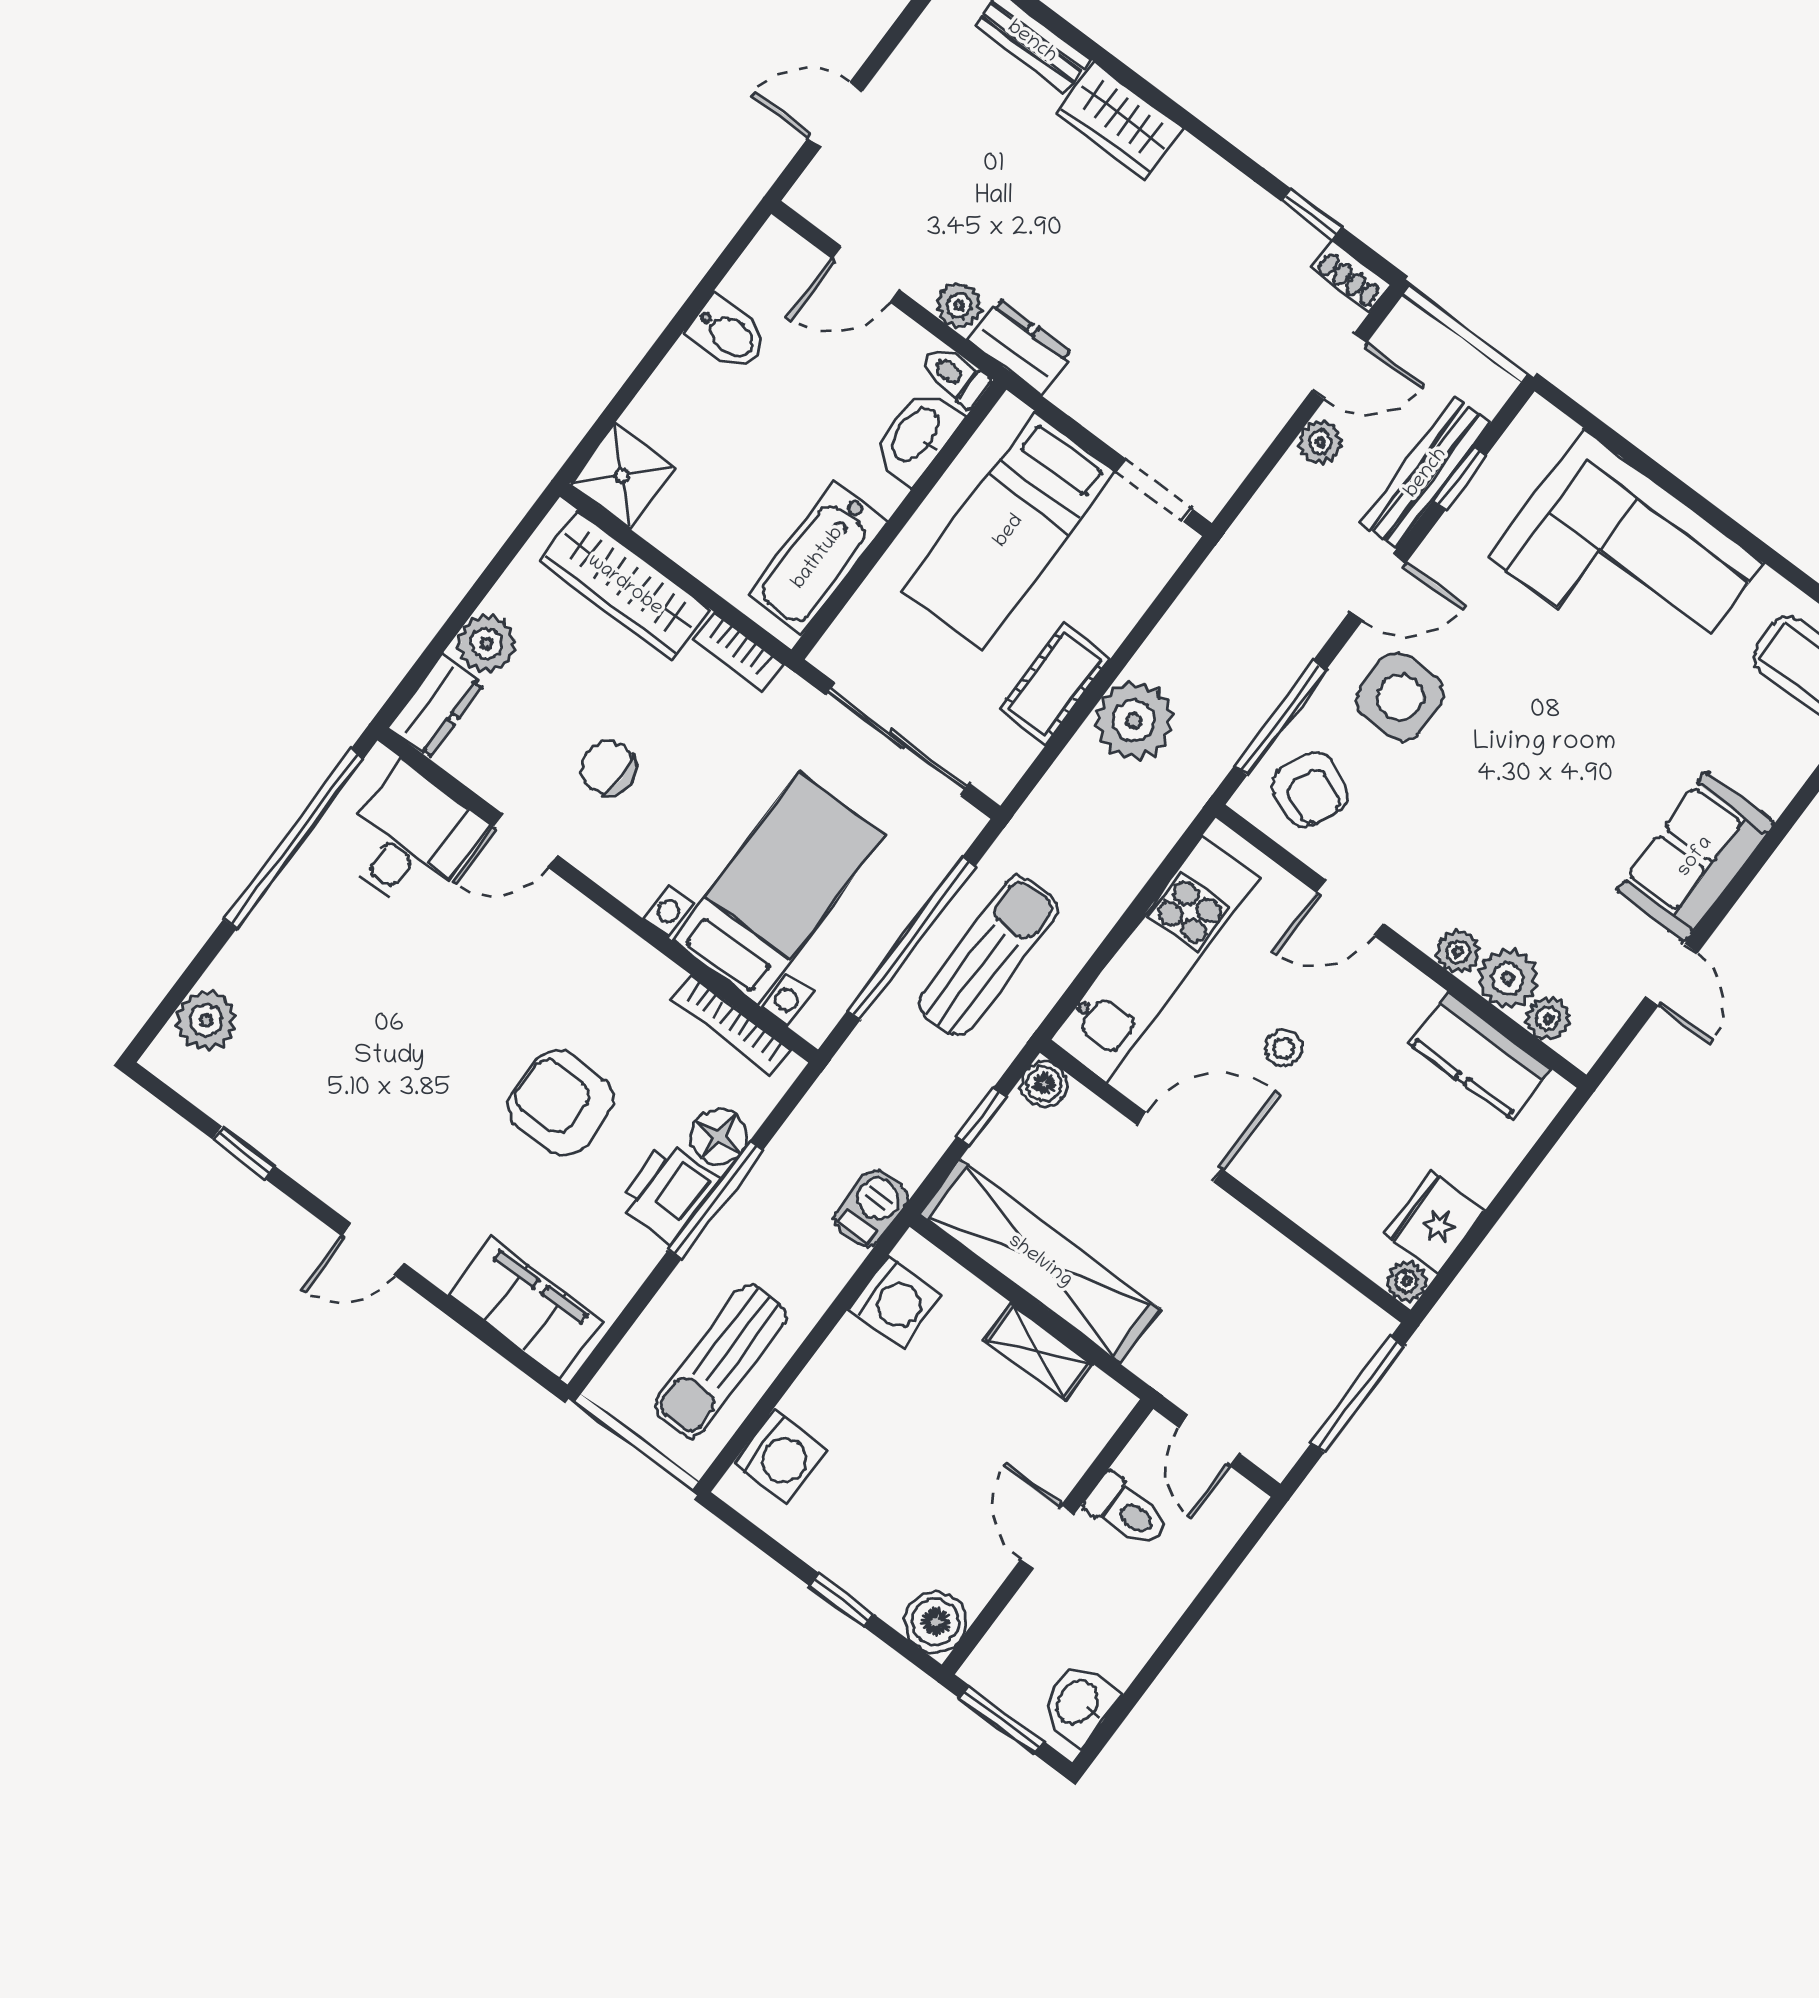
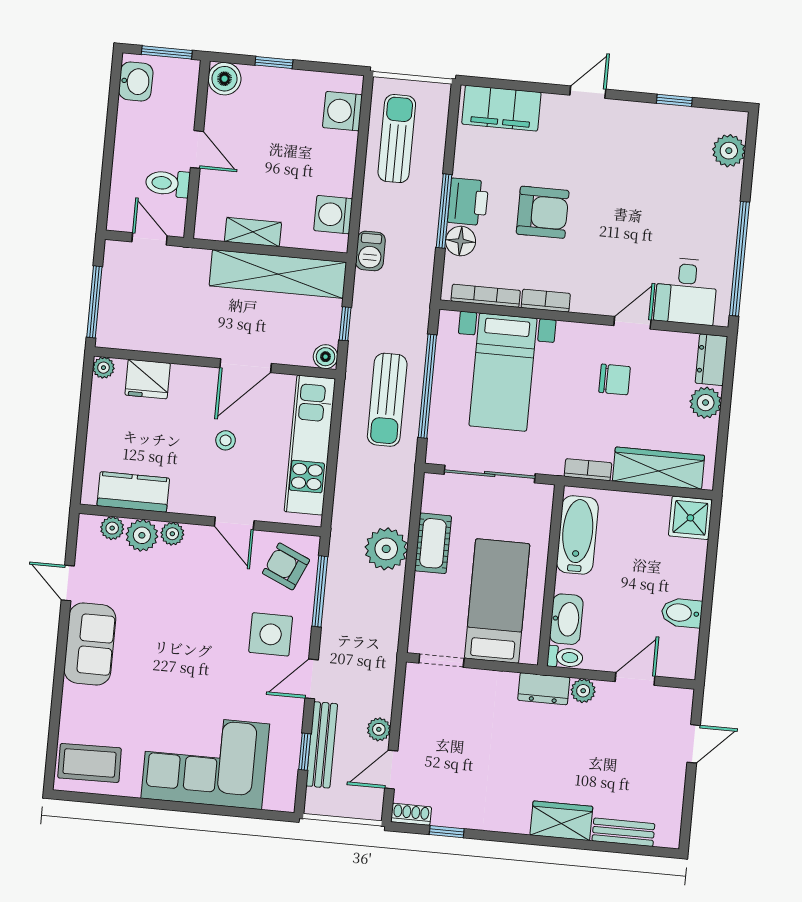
door: (1350, 908) -> (234, 523), swing flipped
bookcase: (641, 960) -> (546, 301), added
fridge: (1434, 1222) -> (148, 379), moved, turned 90

